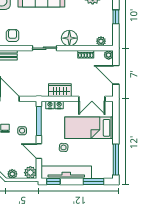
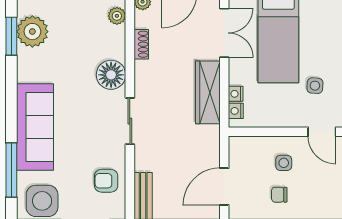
wardrobe: (60, 90) -> (208, 92), width x1.50
window: (39, 121) -> (266, 132), removed
door: (39, 151) -> (322, 132), hinge flipped

